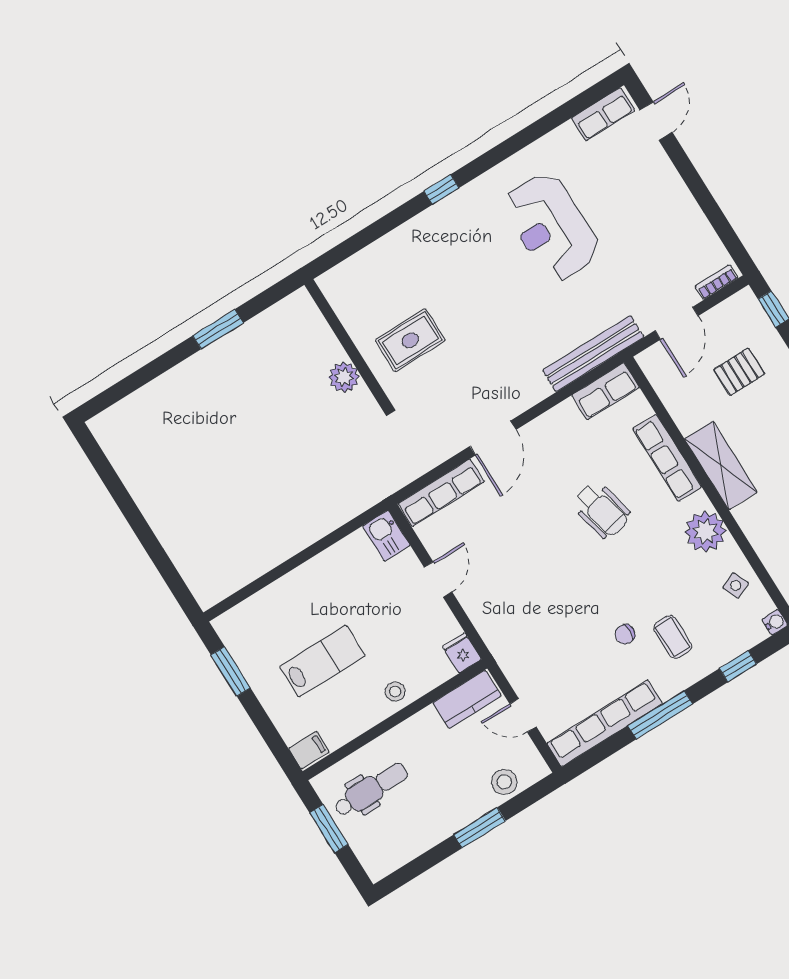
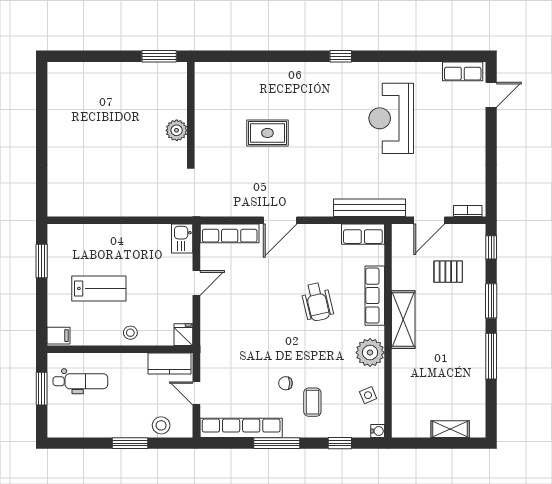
wall: (347, 343) -> (191, 112), moved
plant: (344, 377) -> (177, 130), moved

